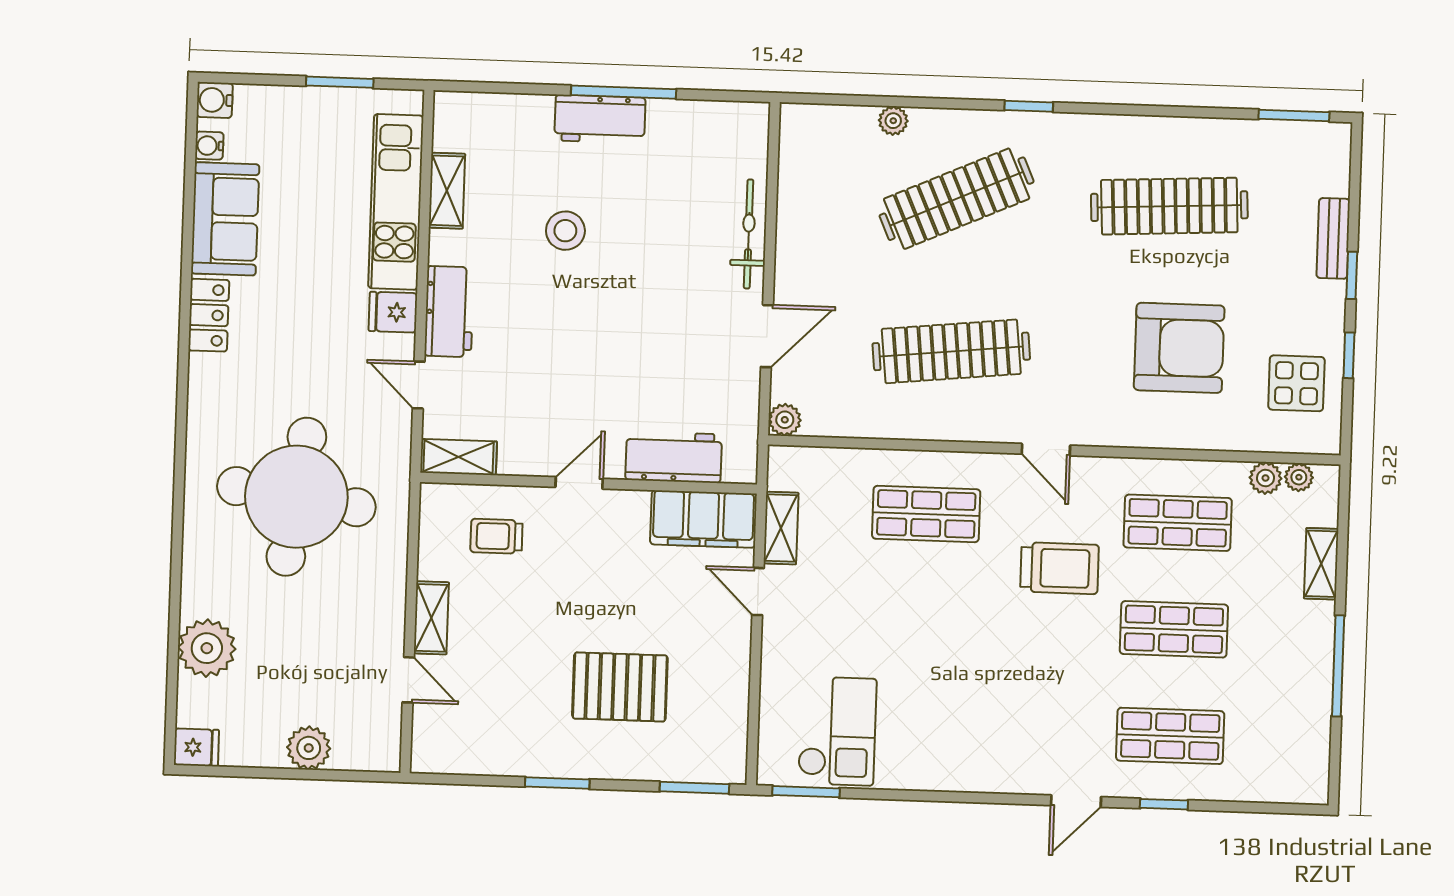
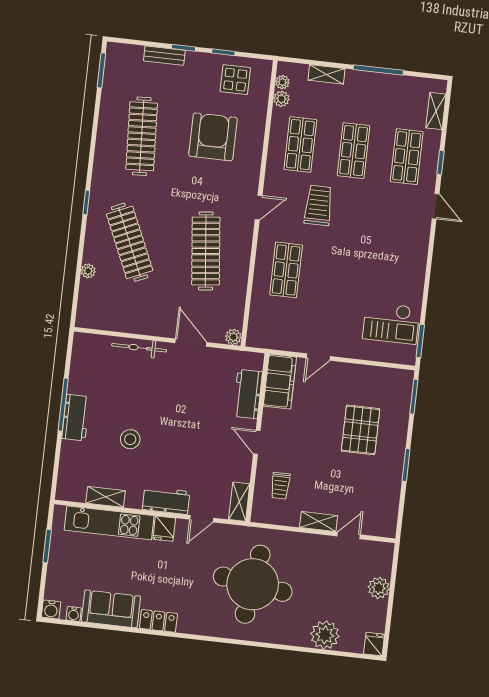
shelving: (781, 528) -> (436, 111), moved, turned 90
checkout: (837, 731) -> (391, 323), turned 180

